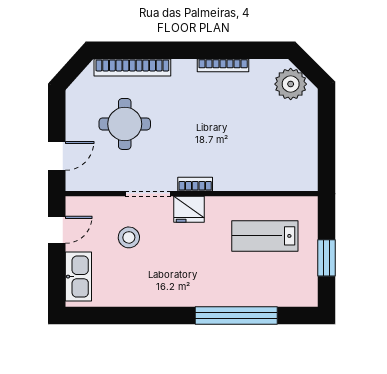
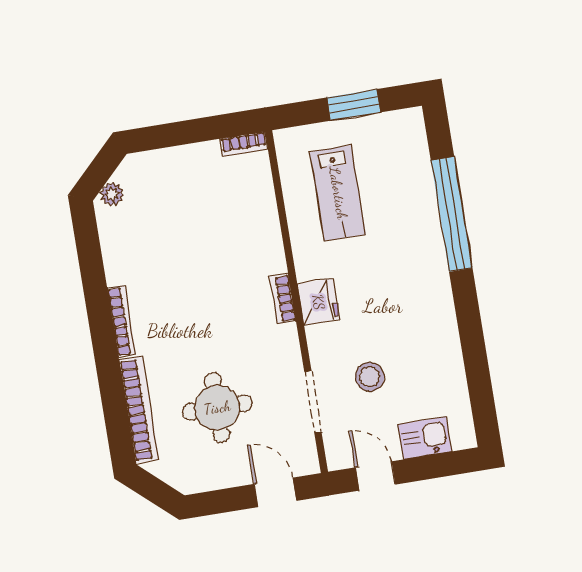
bookcase: (223, 65) -> (122, 321), moved
plant: (291, 84) -> (112, 194), width x0.53, depth x0.53
bookcase: (311, 174) -> (244, 144), added
doorway: (148, 194) -> (313, 402), moved
kitchen sink: (78, 277) -> (425, 438), width x0.73

